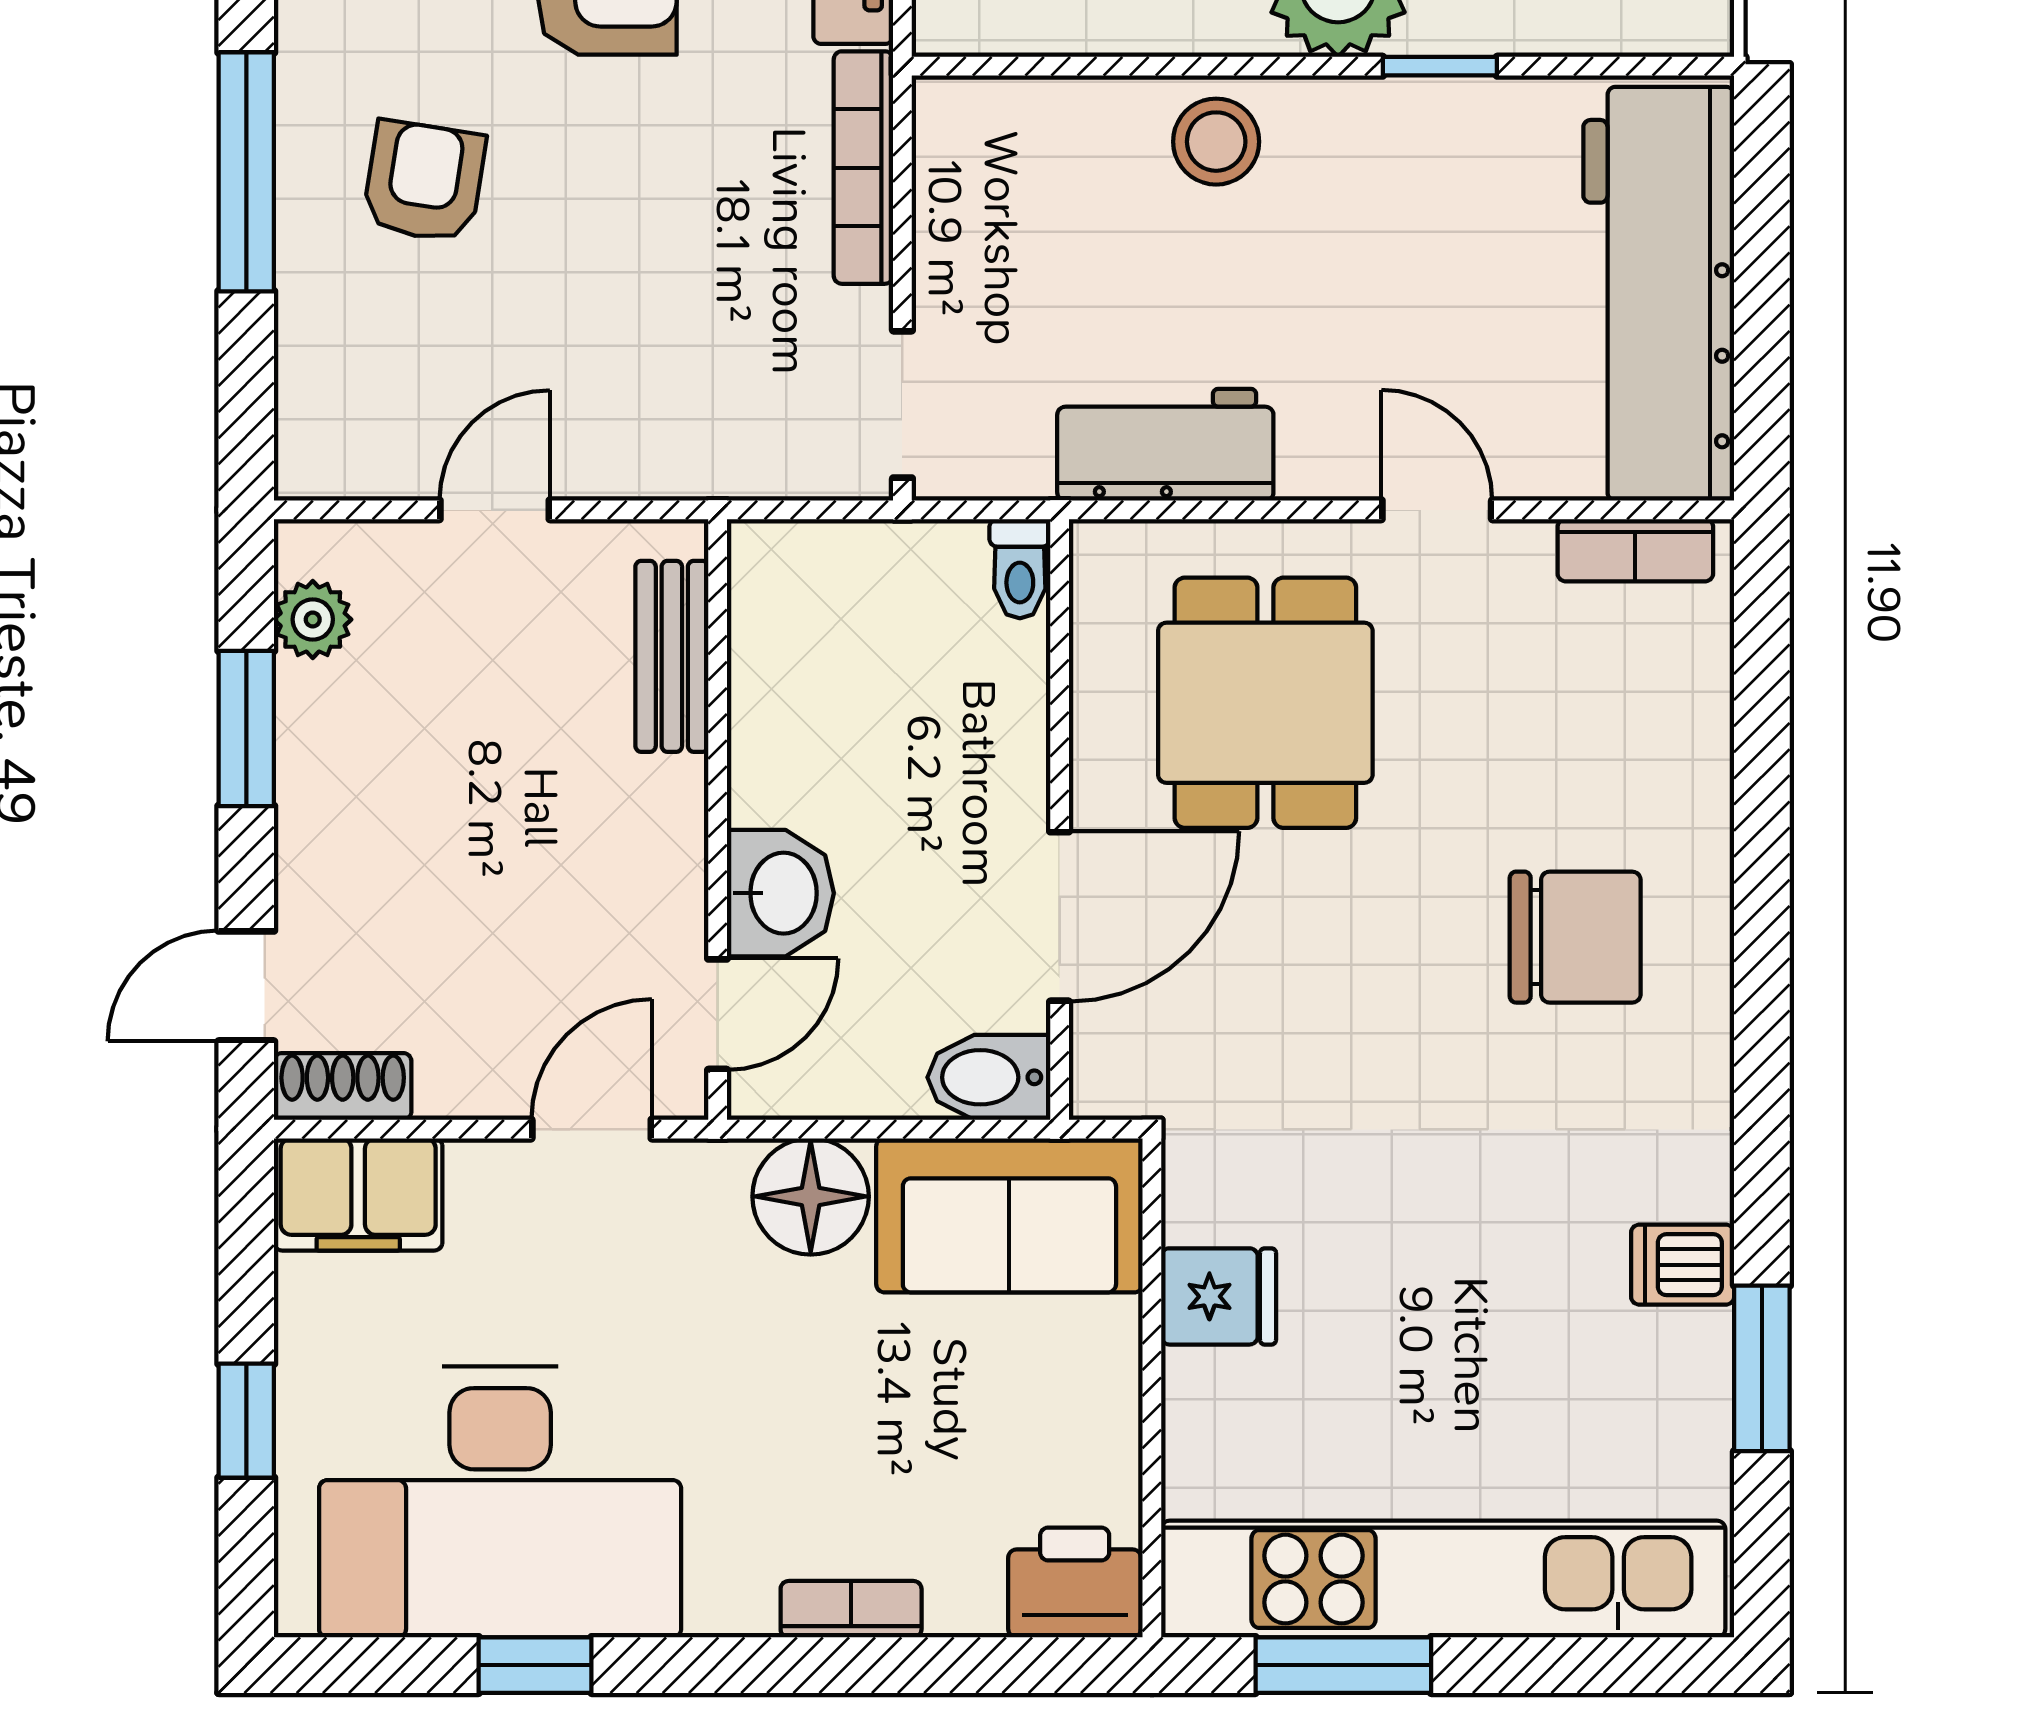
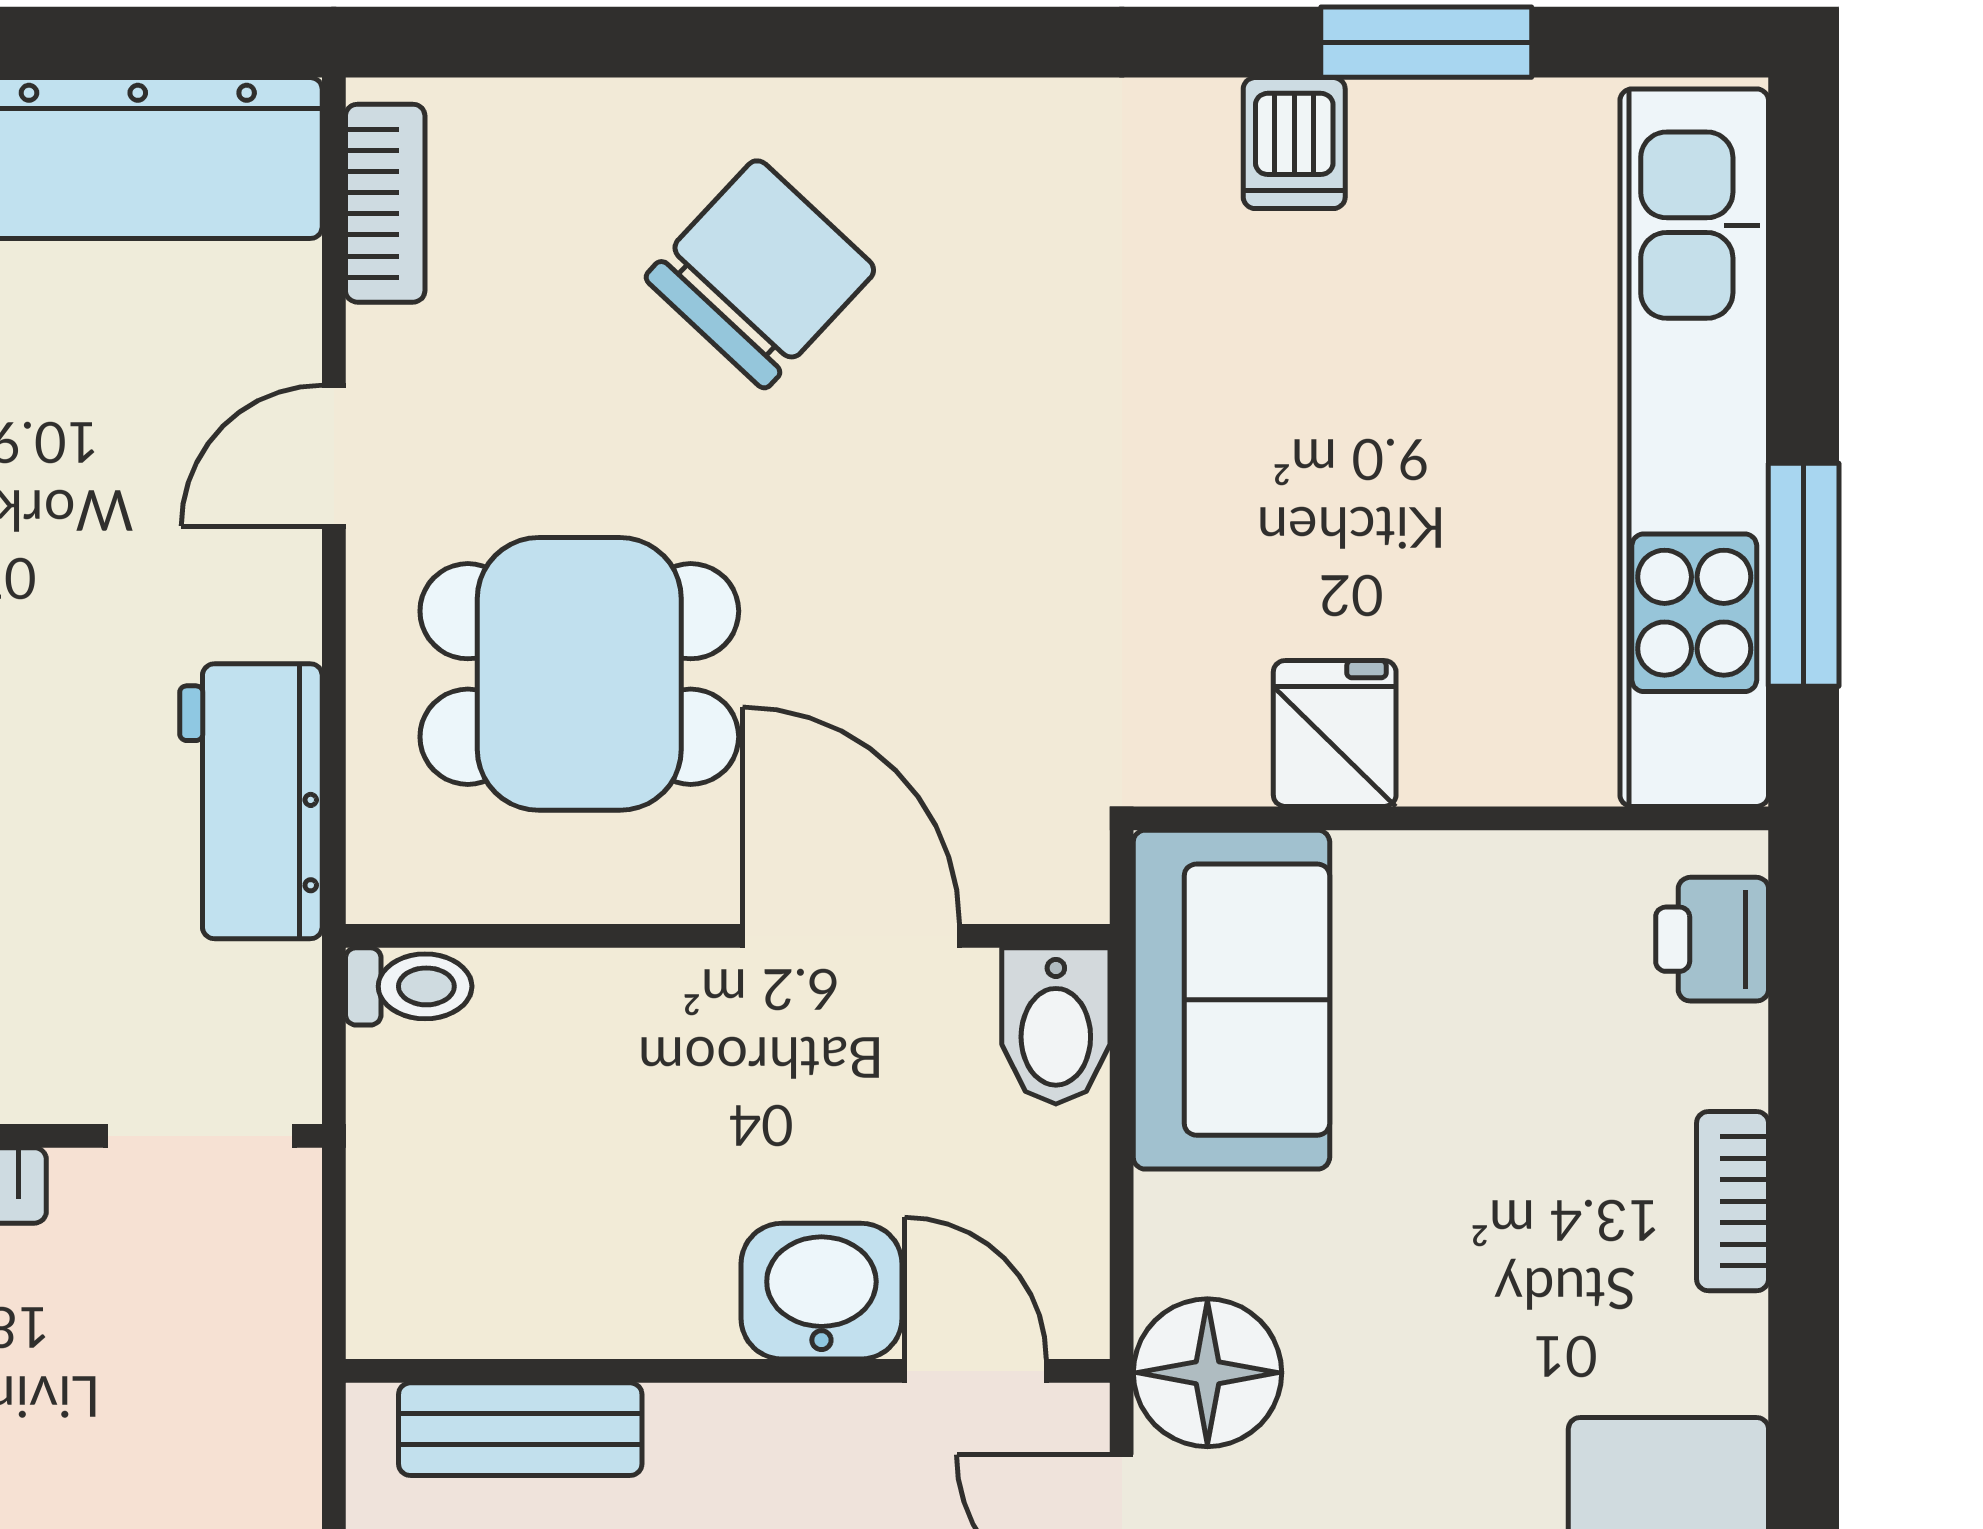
chair: (1575, 937) -> (761, 274), moved, turned 43
floor lamp: (811, 1196) -> (1207, 1373), moved
printer: (1075, 1582) -> (1712, 939), width x0.73, depth x0.81

